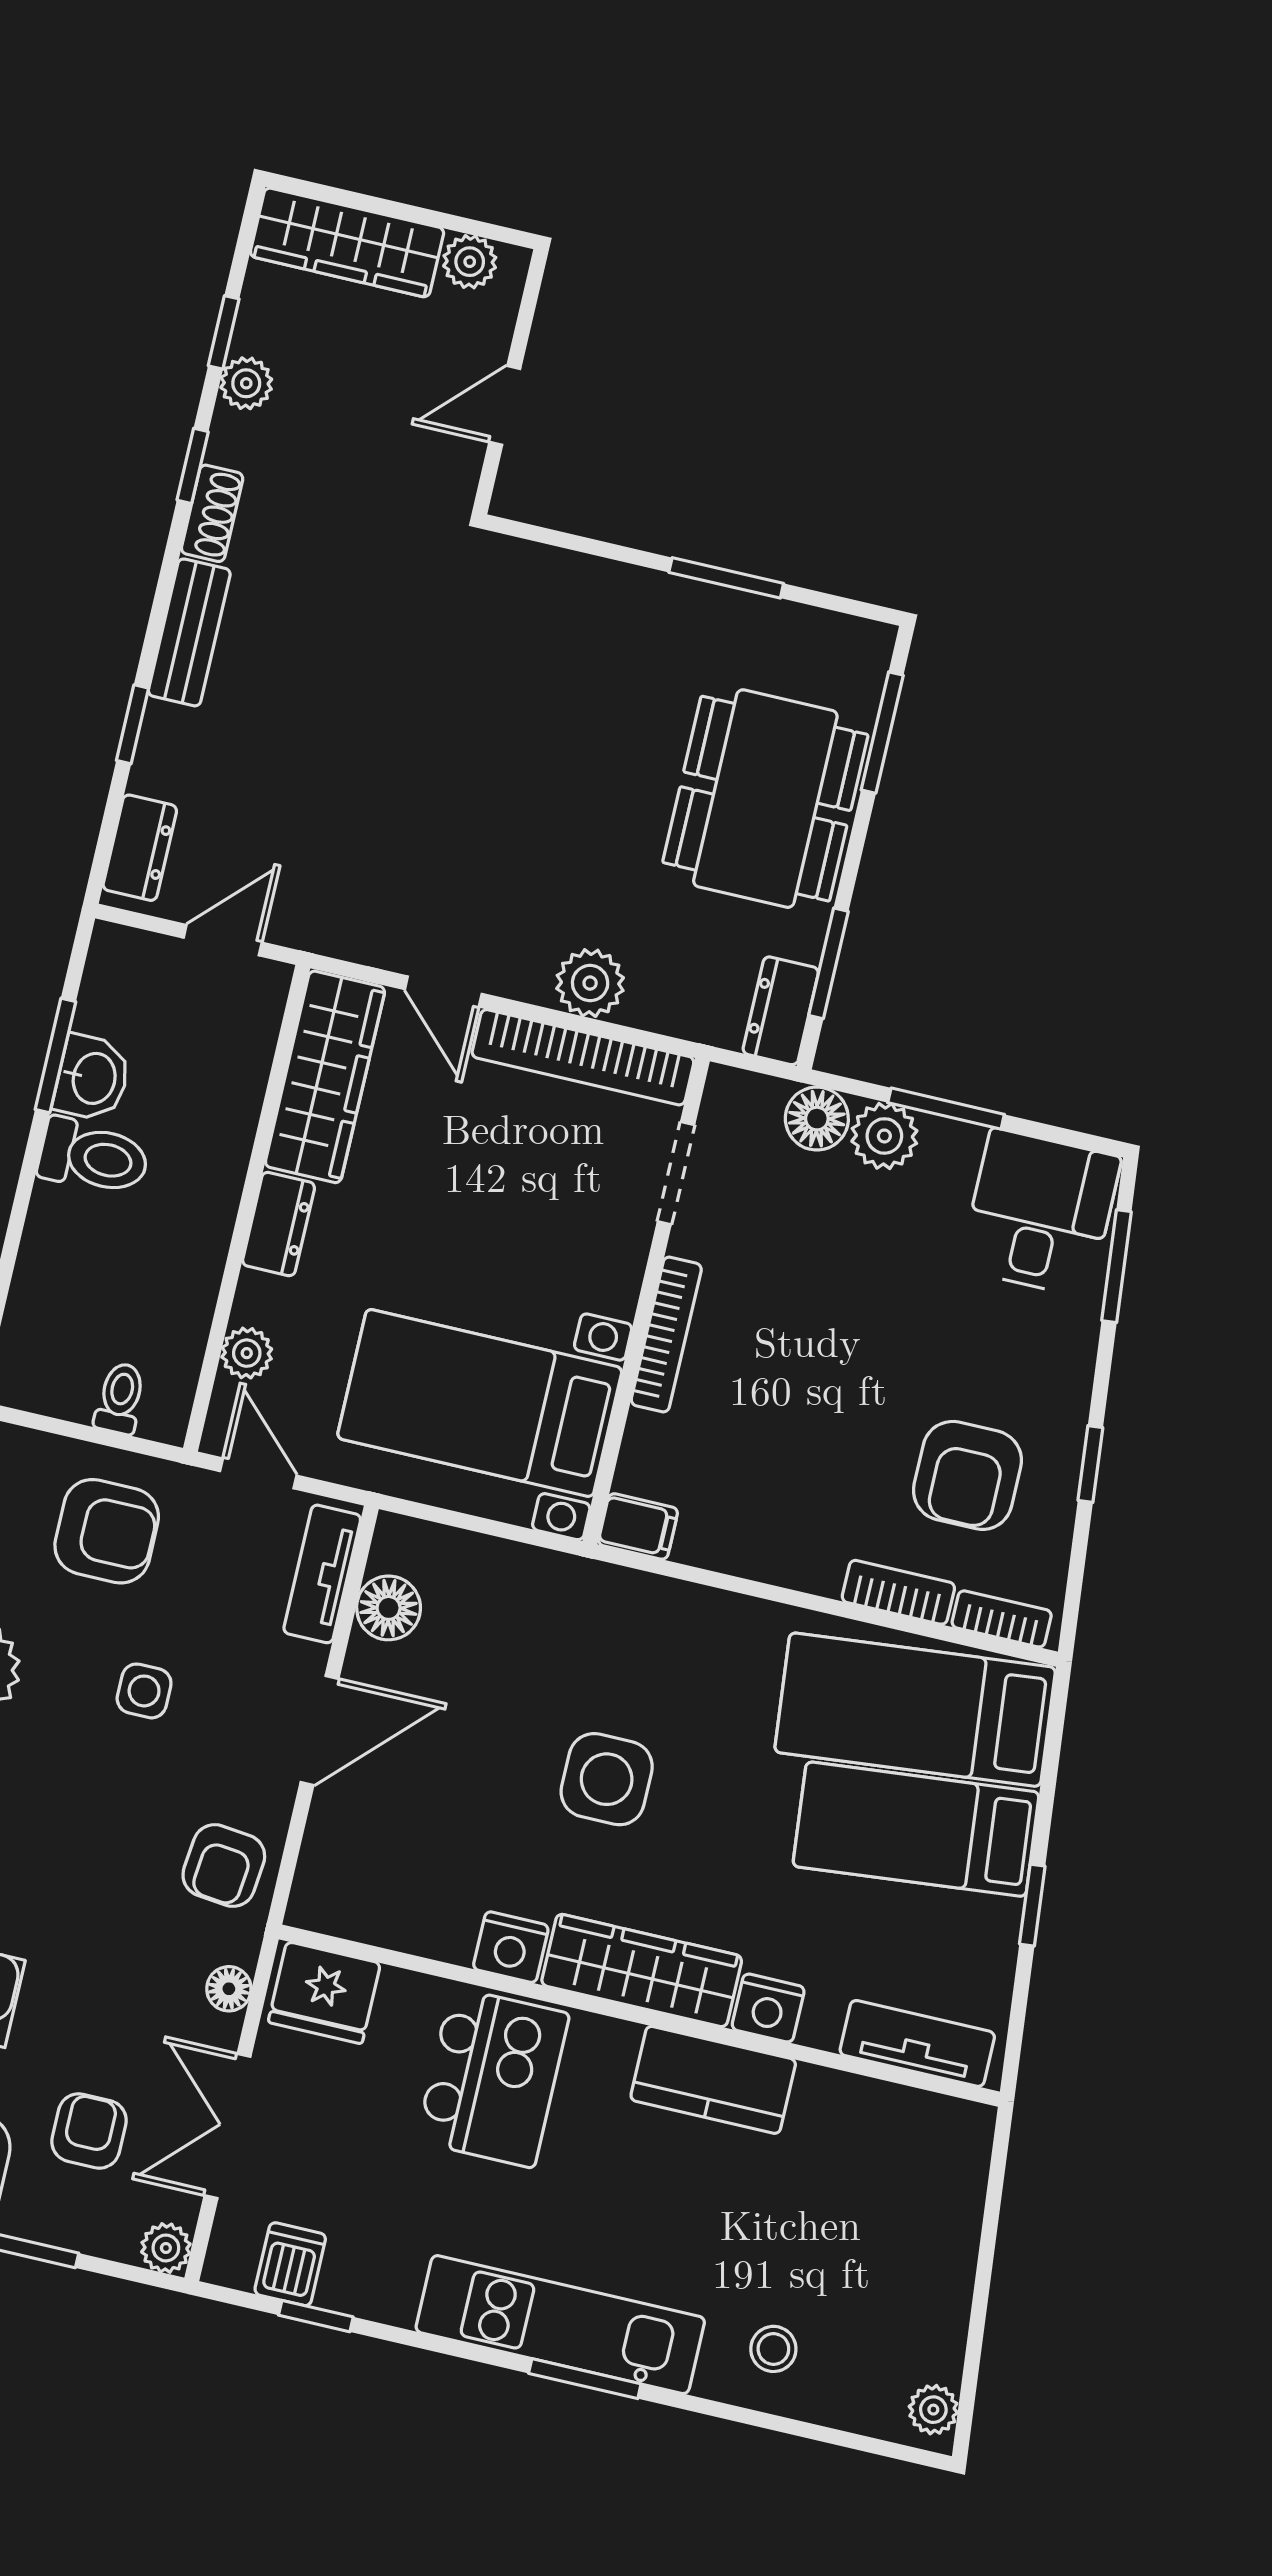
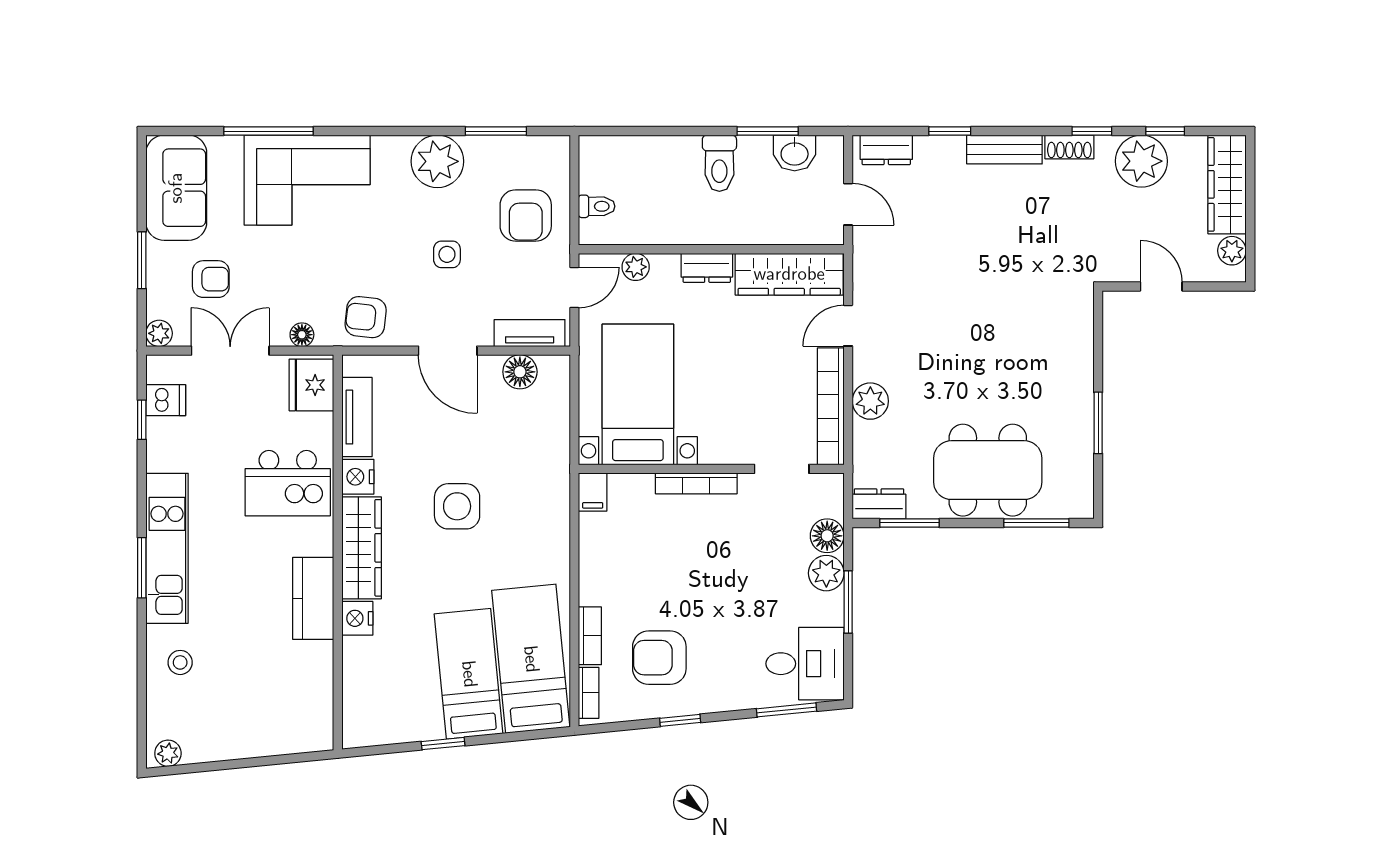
plant: (246, 383) -> (1141, 161), width x1.88, depth x1.88
washbasin: (92, 1078) -> (795, 153), moved
tv unit: (917, 2043) -> (357, 417), moved

